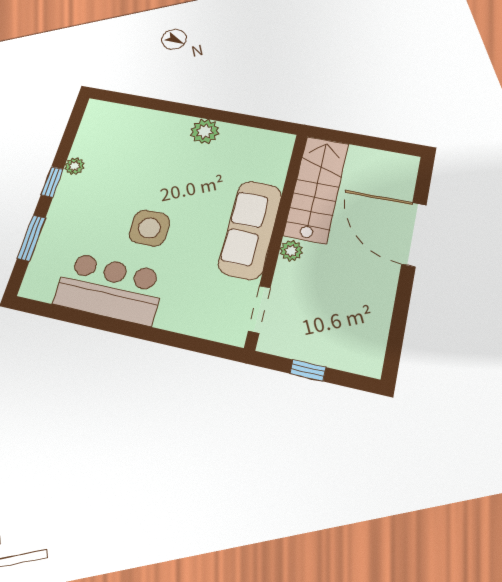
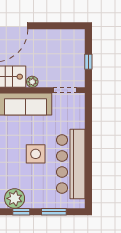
plant: (74, 166) -> (15, 198), width x1.88, depth x1.88
bar counter: (110, 288) -> (71, 164), width x1.36

